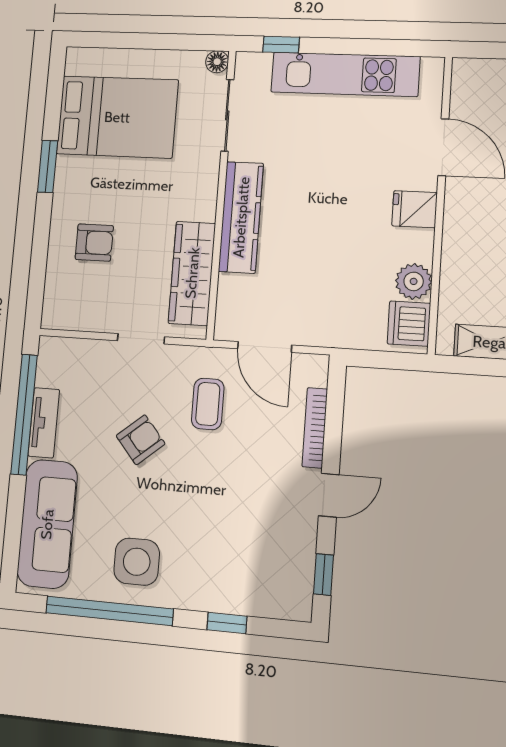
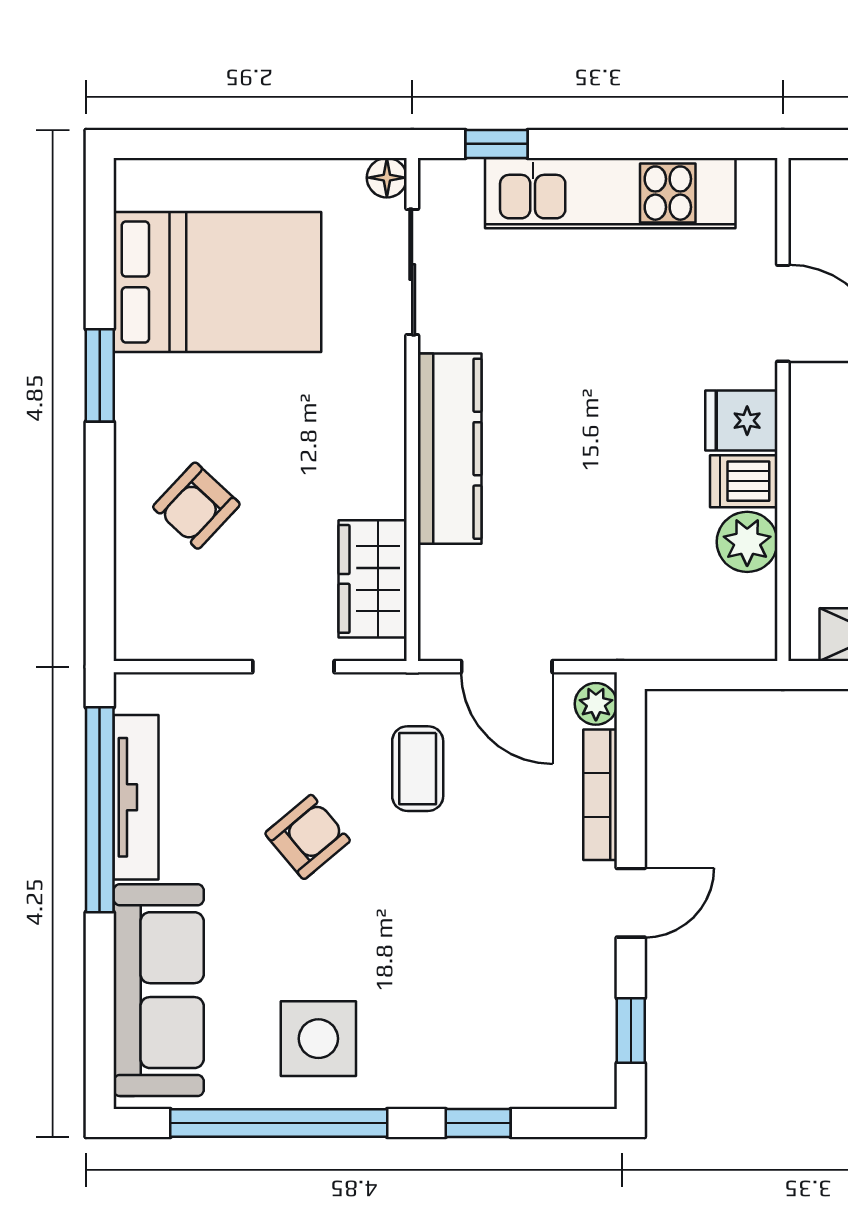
armchair: (94, 243) -> (196, 506), turned 133
wardrobe: (192, 273) -> (373, 579), width x0.67
dishwasher: (409, 324) -> (744, 481), moved, width x0.73
plant: (316, 373) -> (596, 704), added
tv unit: (44, 423) -> (136, 797), width x1.41

